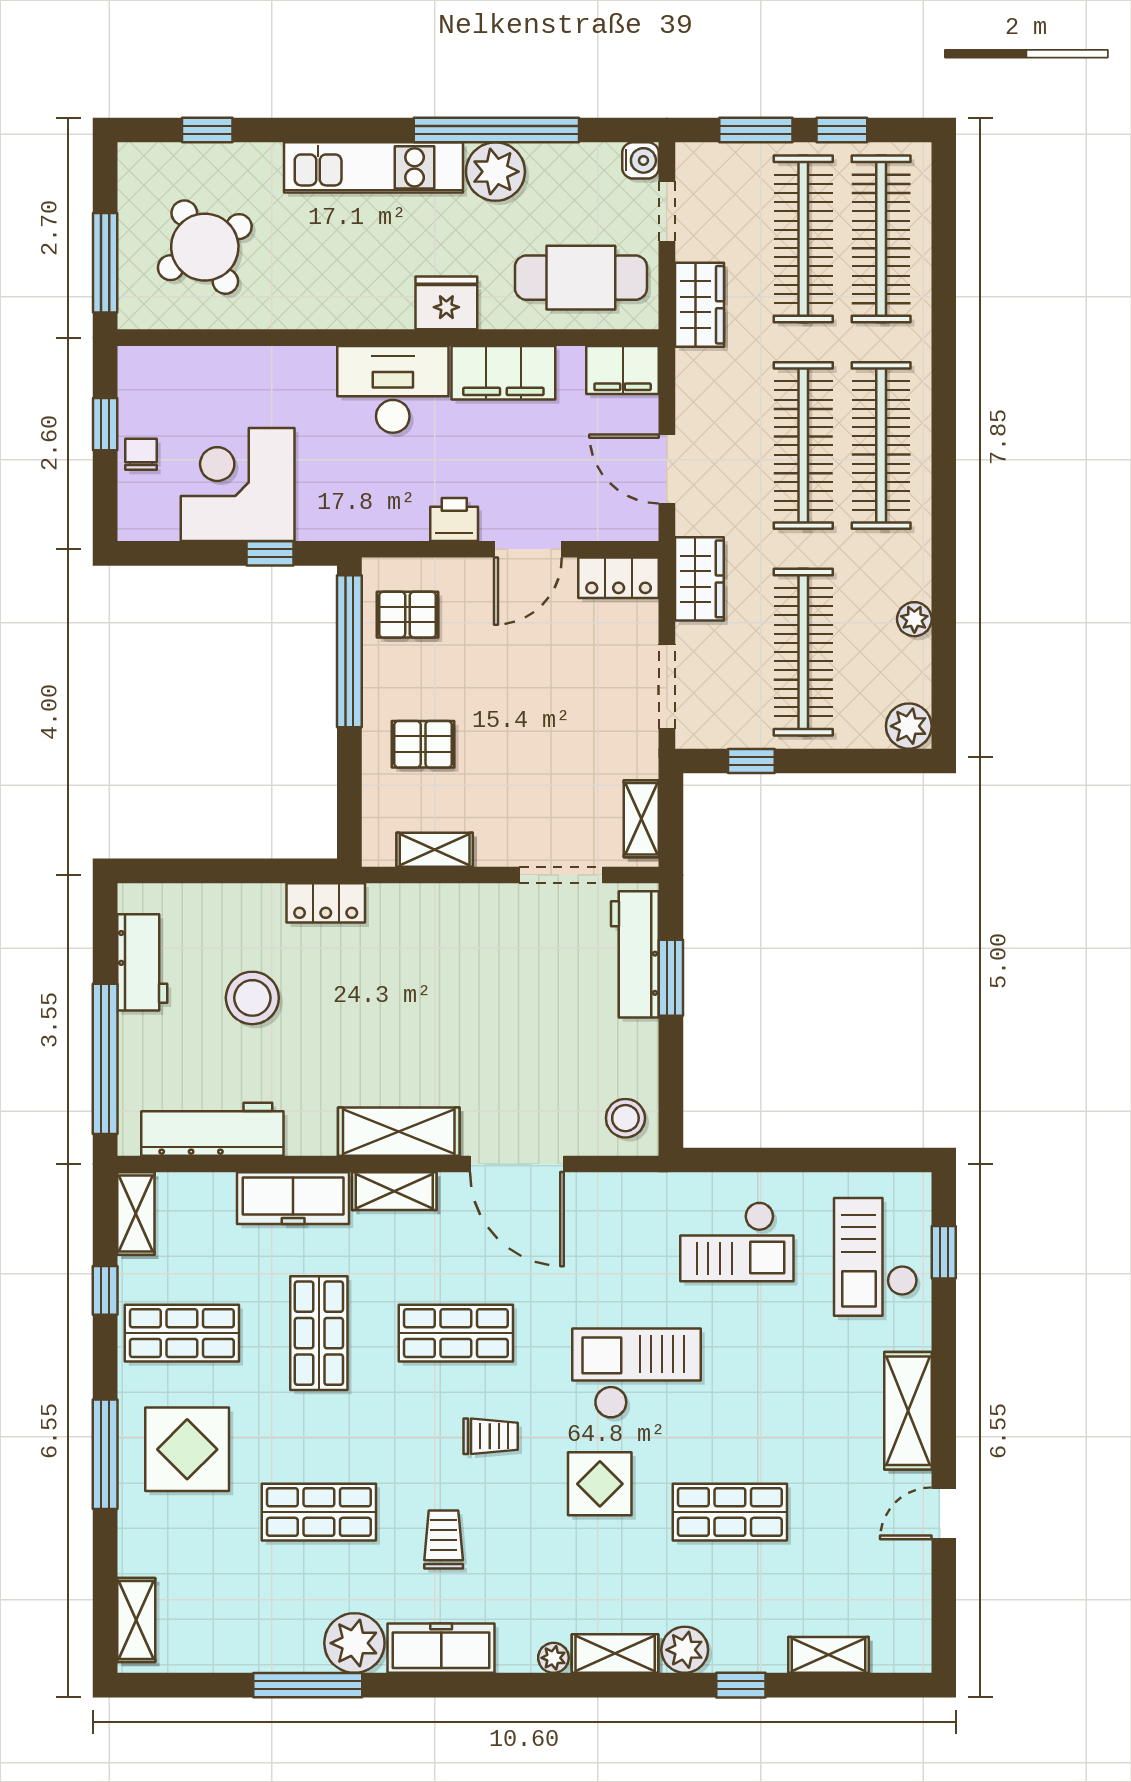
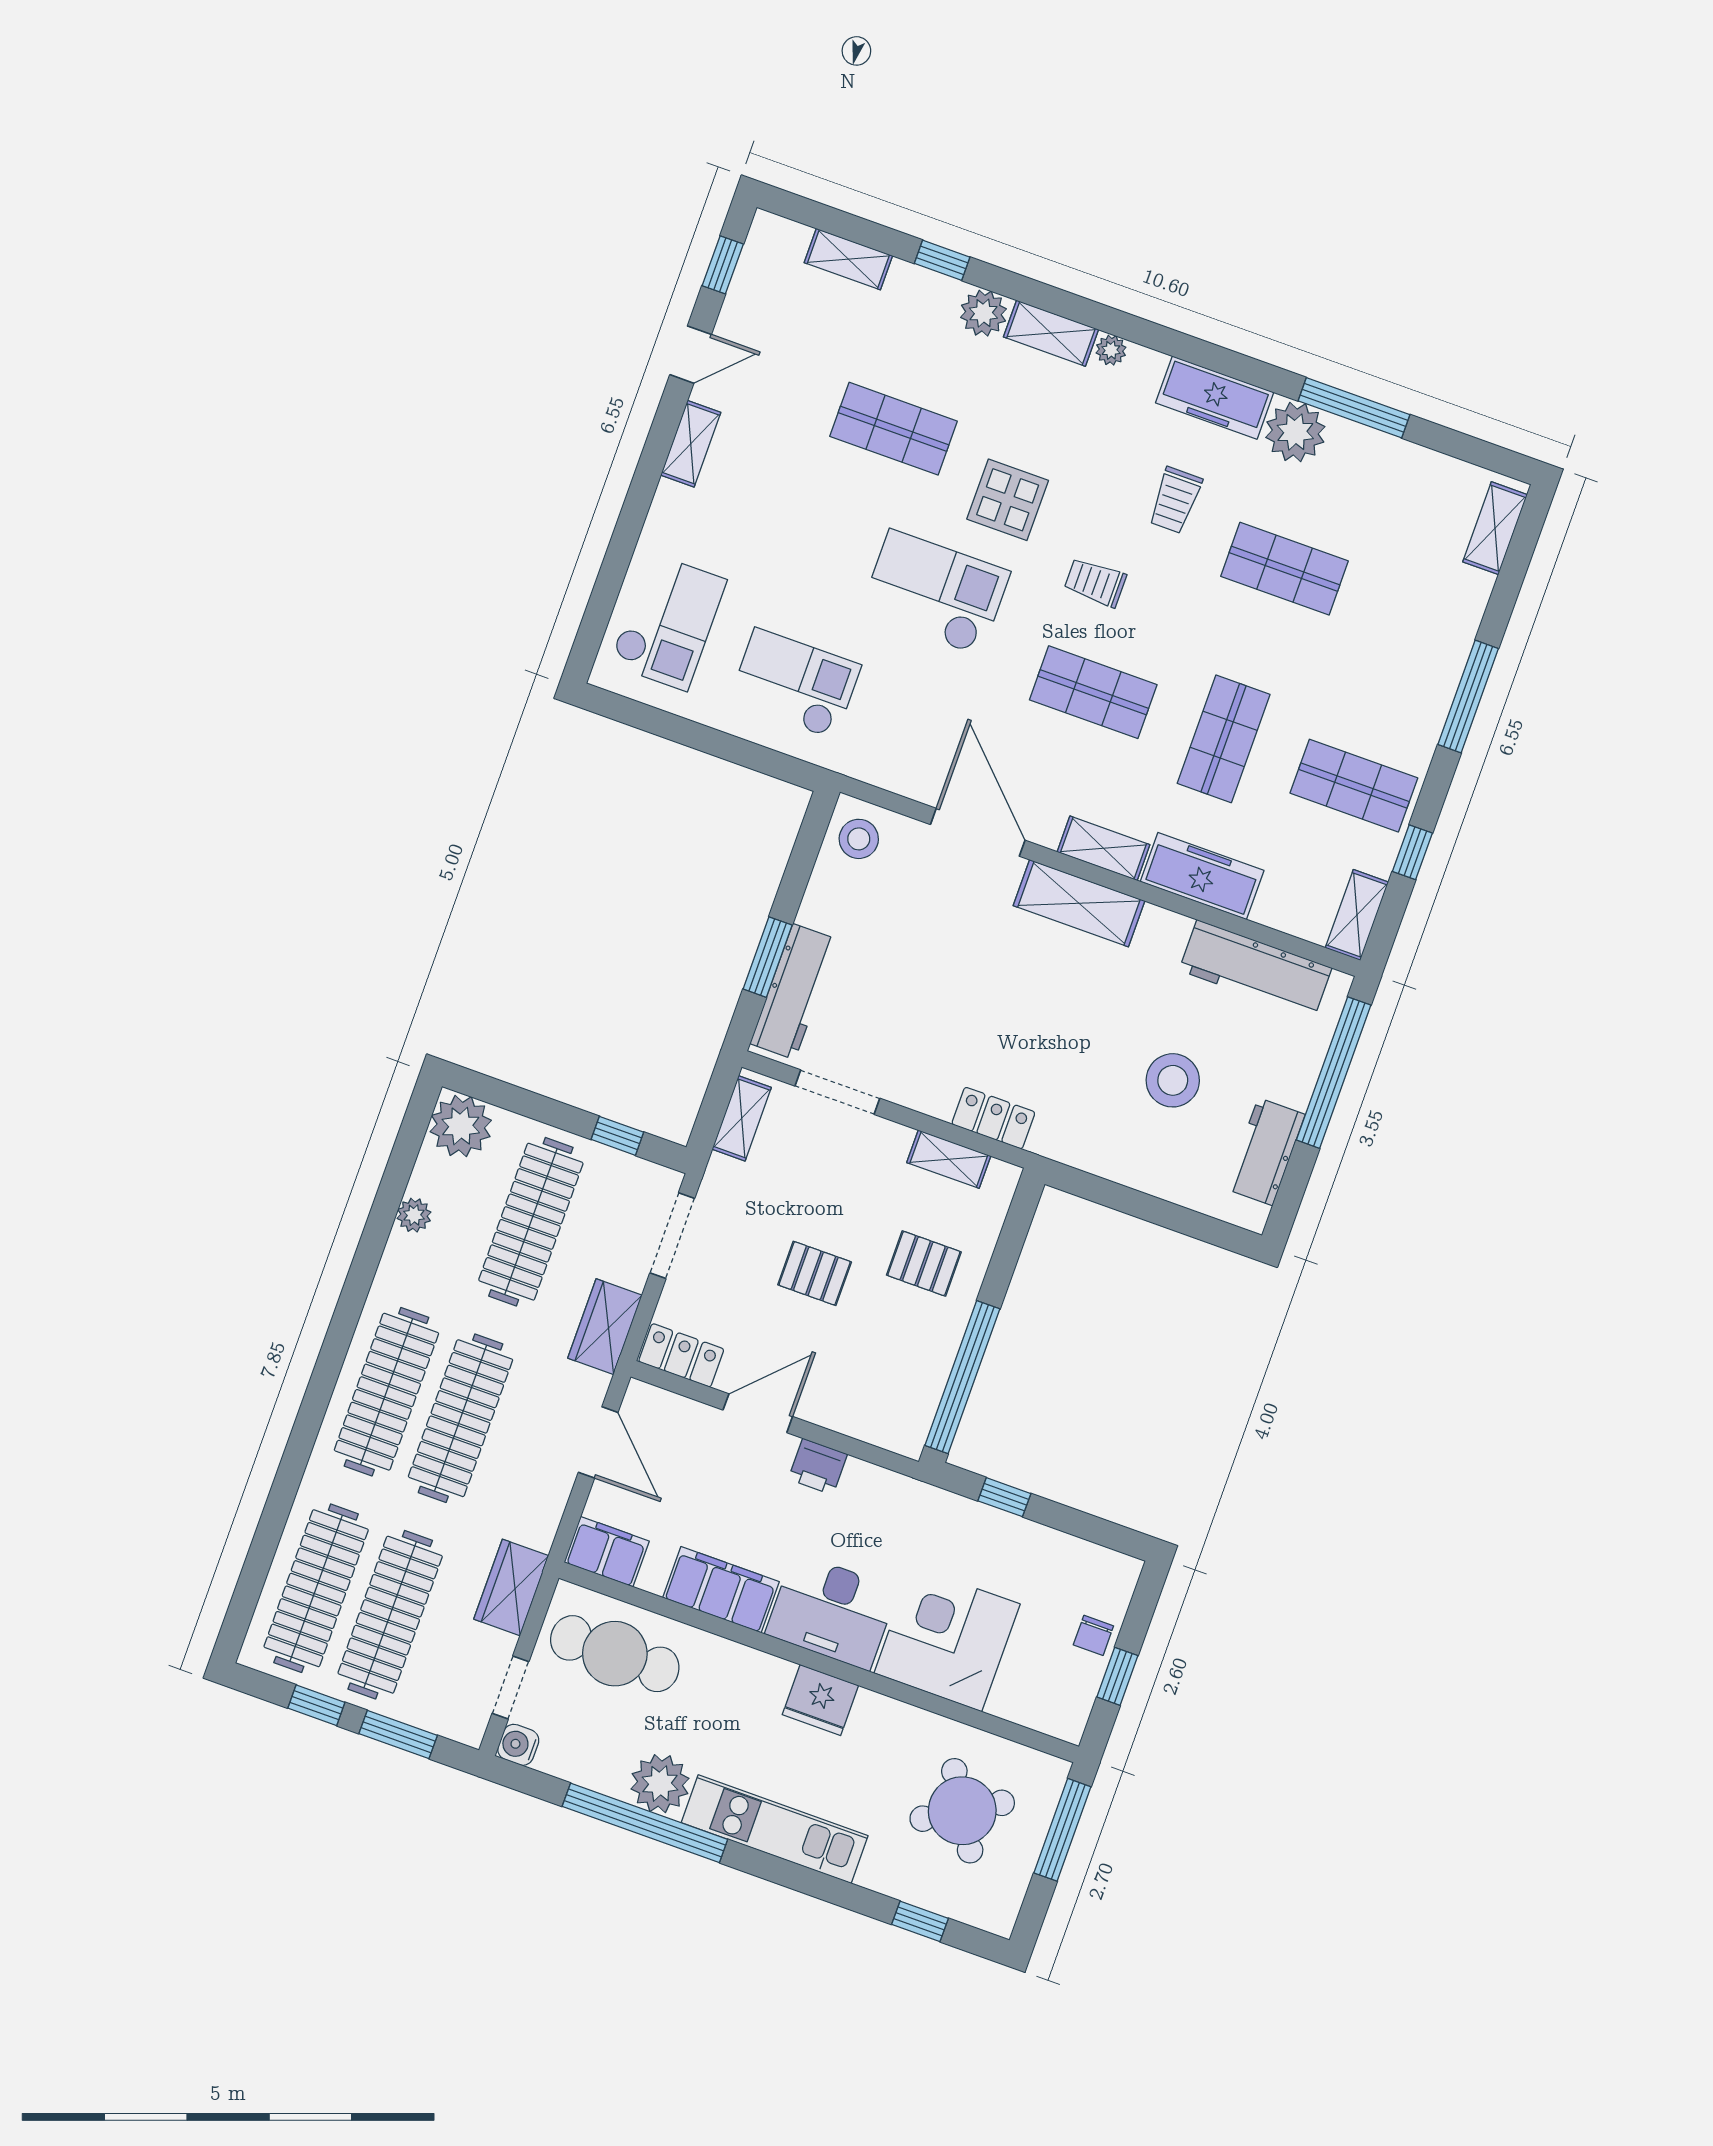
fridge: (446, 303) -> (820, 1700), moved
corner desk: (238, 484) -> (947, 1639), moved, turned 180
pallet: (407, 615) -> (815, 1273), moved
plant: (909, 726) -> (461, 1126), width x1.36, depth x1.36
locker: (326, 903) -> (993, 1118), moved
window: (944, 1252) -> (723, 265), moved
checkout: (637, 1373) -> (935, 592), turned 180
shelving: (908, 1411) -> (691, 444), width x0.67, depth x0.75
display table: (187, 1449) -> (1388, 673), removed

